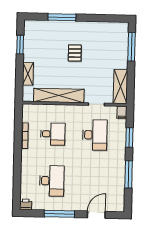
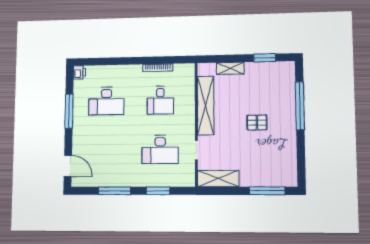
window: (62, 17) -> (300, 106), width x1.46
filing cabinet: (122, 112) -> (188, 181), removed
door: (96, 215) -> (68, 166), moved

